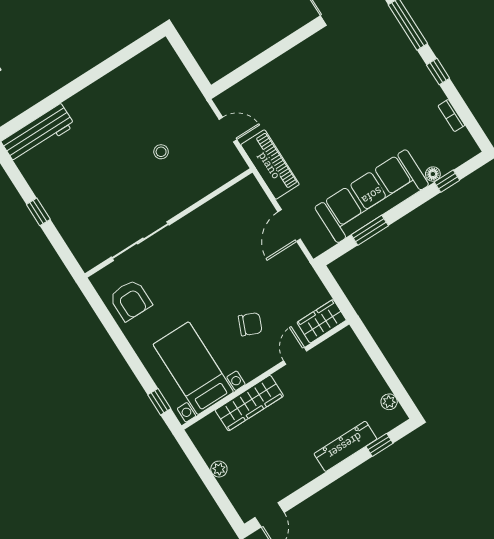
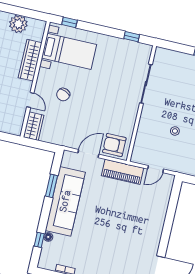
door: (289, 225) -> (88, 154), hinge flipped
armchair: (130, 300) -> (114, 145), moved
window: (103, 313) -> (132, 37), added
plant: (219, 469) -> (18, 24), width x1.88, depth x1.88

